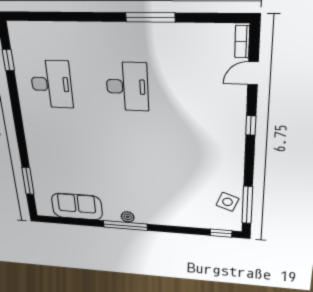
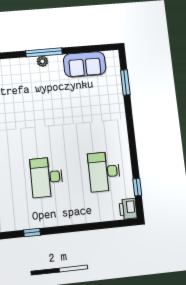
window: (150, 17) -> (32, 233), width x0.46
printer: (19, 34) -> (128, 209), added

